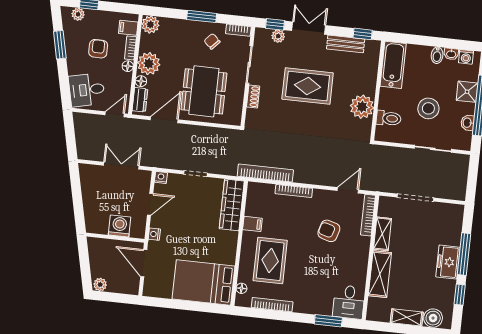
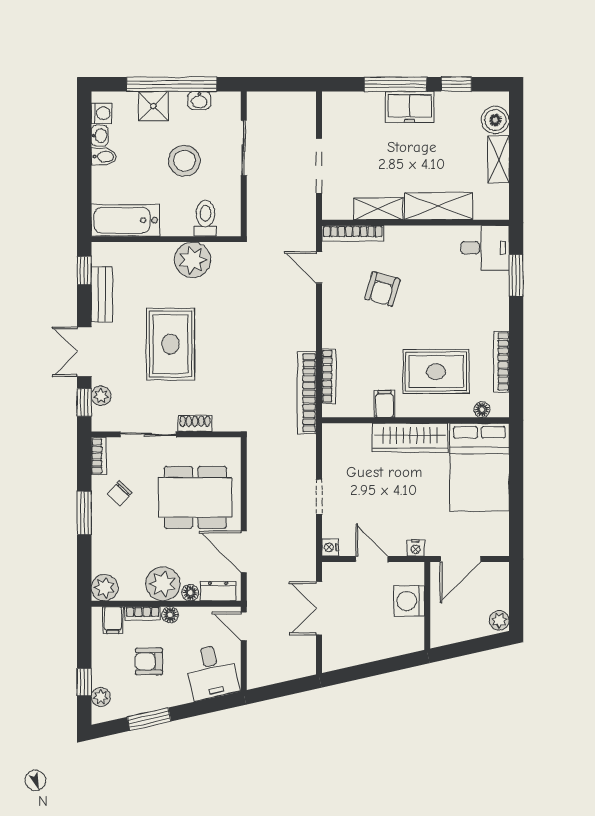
bookcase: (294, 191) -> (329, 376), moved
wardrobe: (232, 205) -> (410, 438), moved

